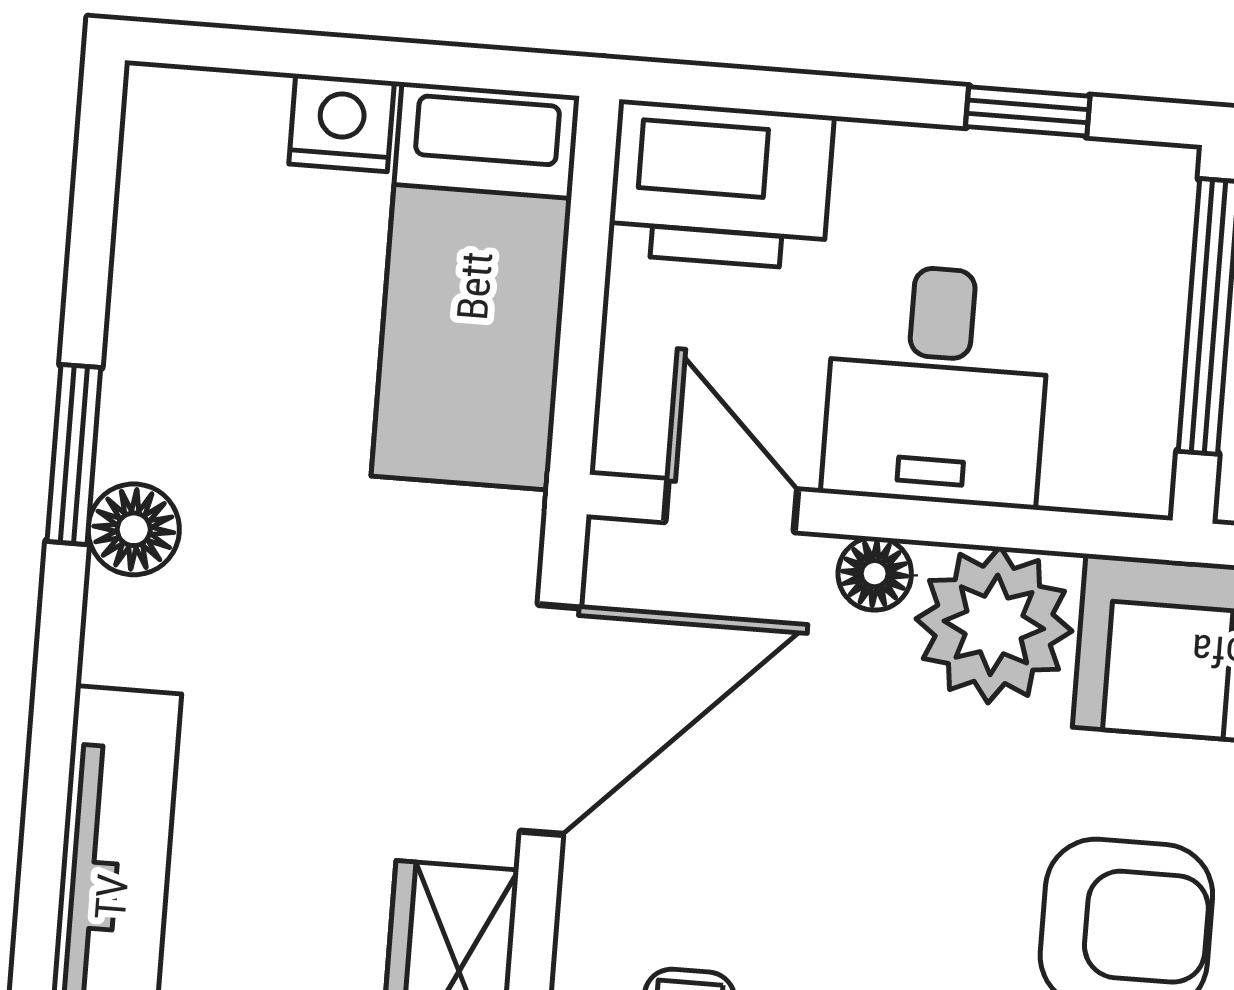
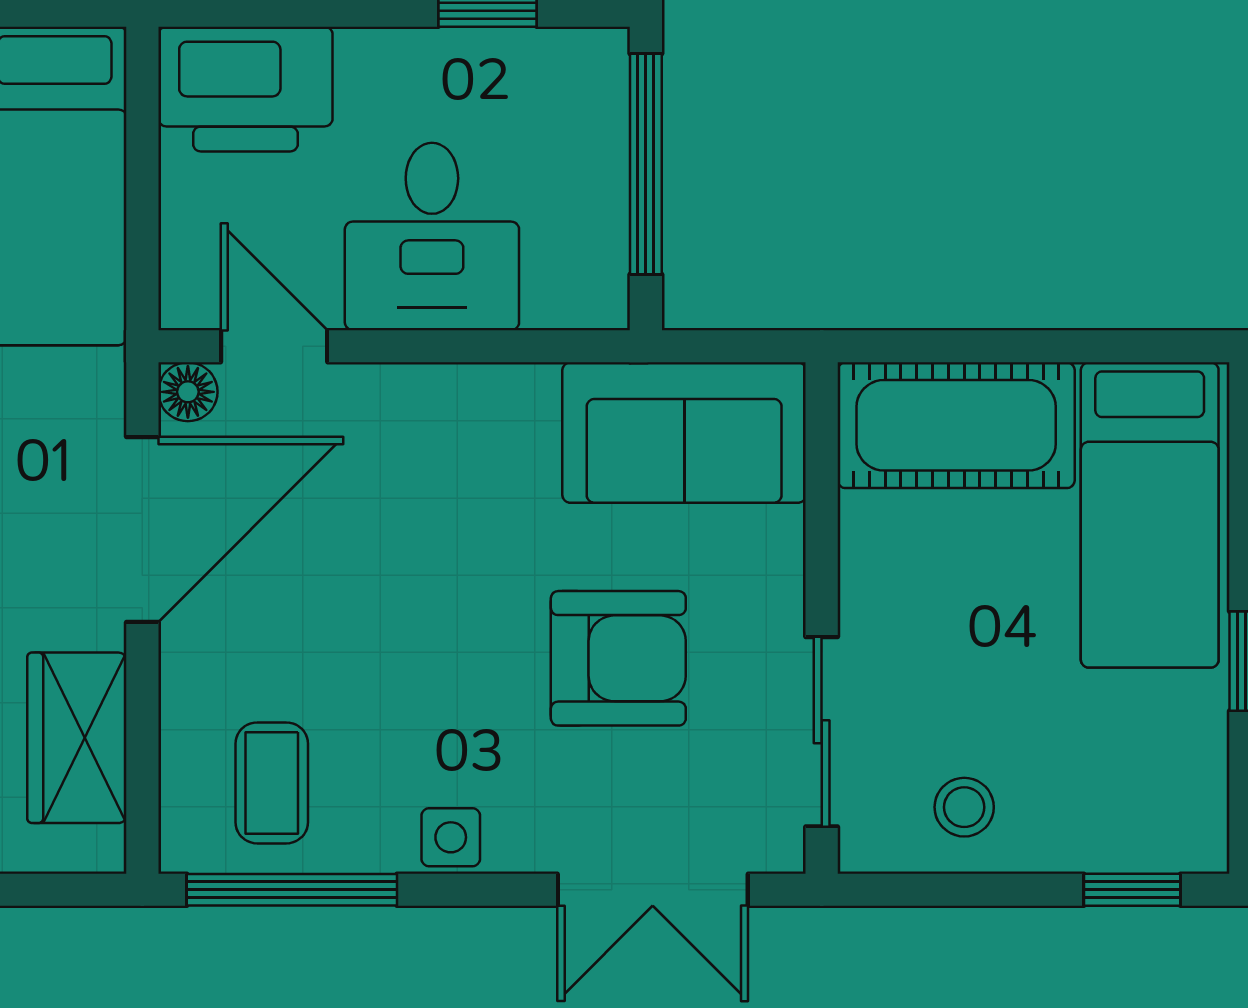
floor lamp: (875, 574) -> (188, 392), moved
plant: (994, 625) -> (493, 425), removed

